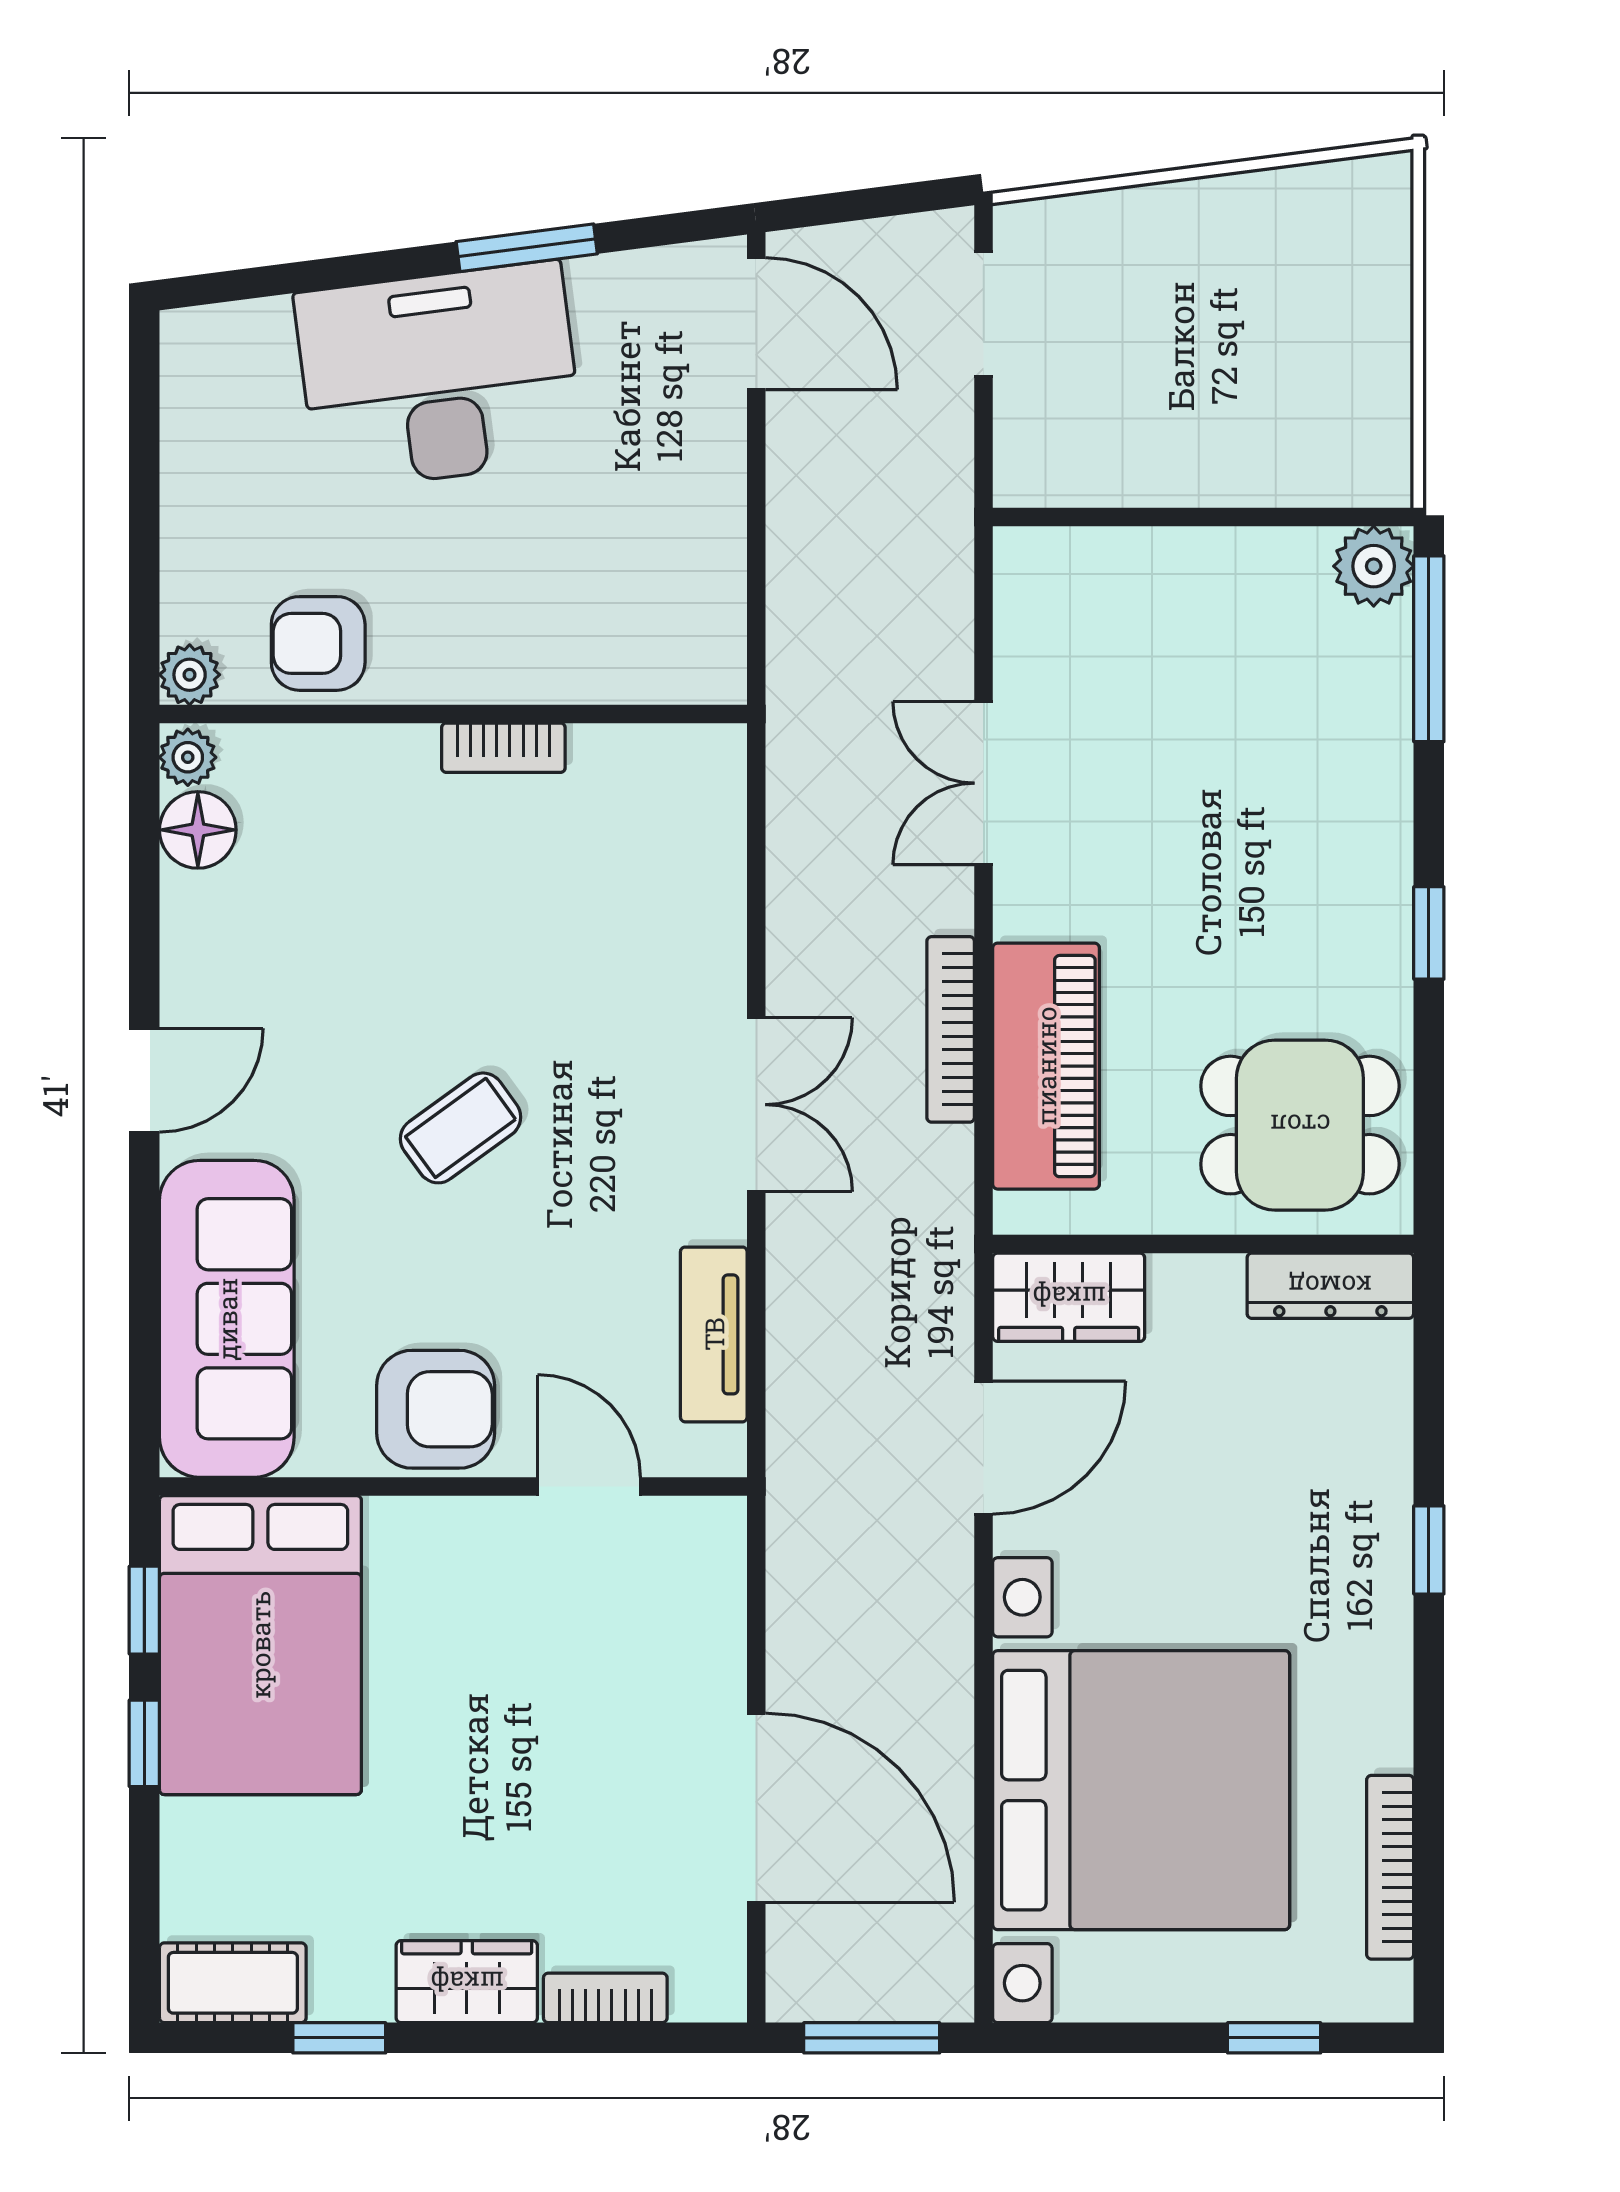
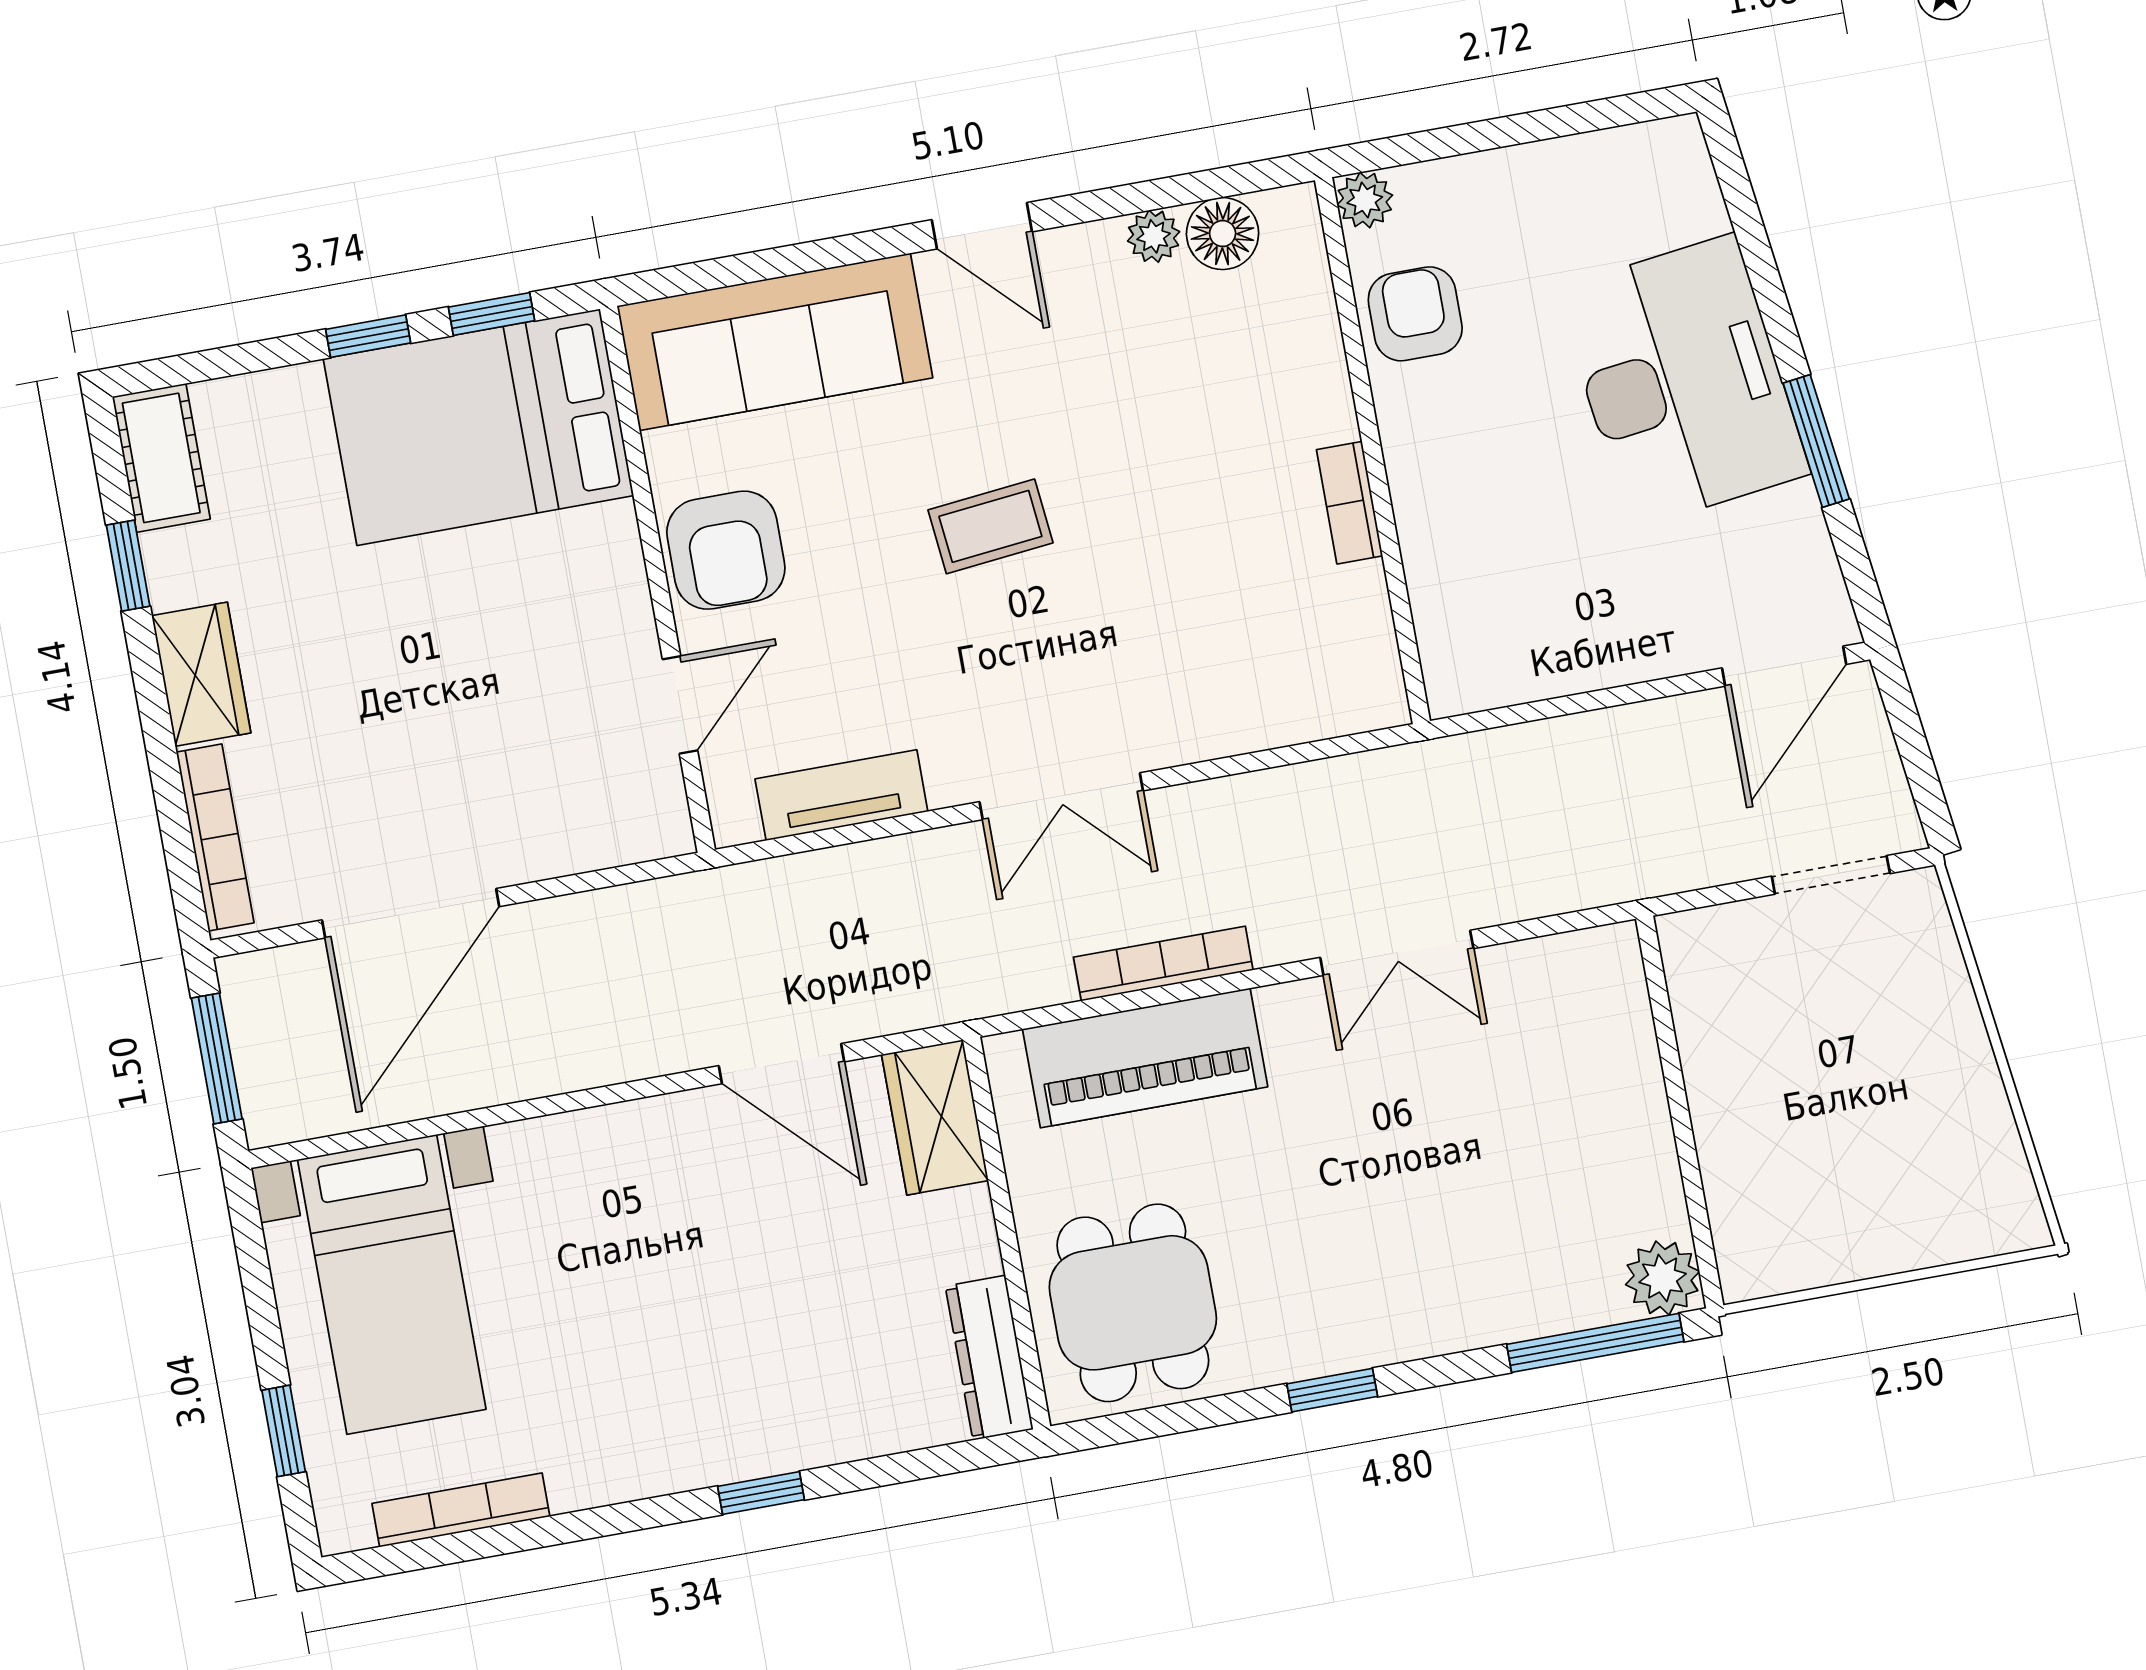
plant: (188, 757) -> (1154, 236), moved
double door: (984, 783) -> (1397, 953), swing flipped
coffee table: (461, 1128) -> (990, 526), turned -60
bed with nightstands: (1141, 1790) -> (392, 1284), width x0.54
bookcase: (605, 1998) -> (215, 837), width x1.56

